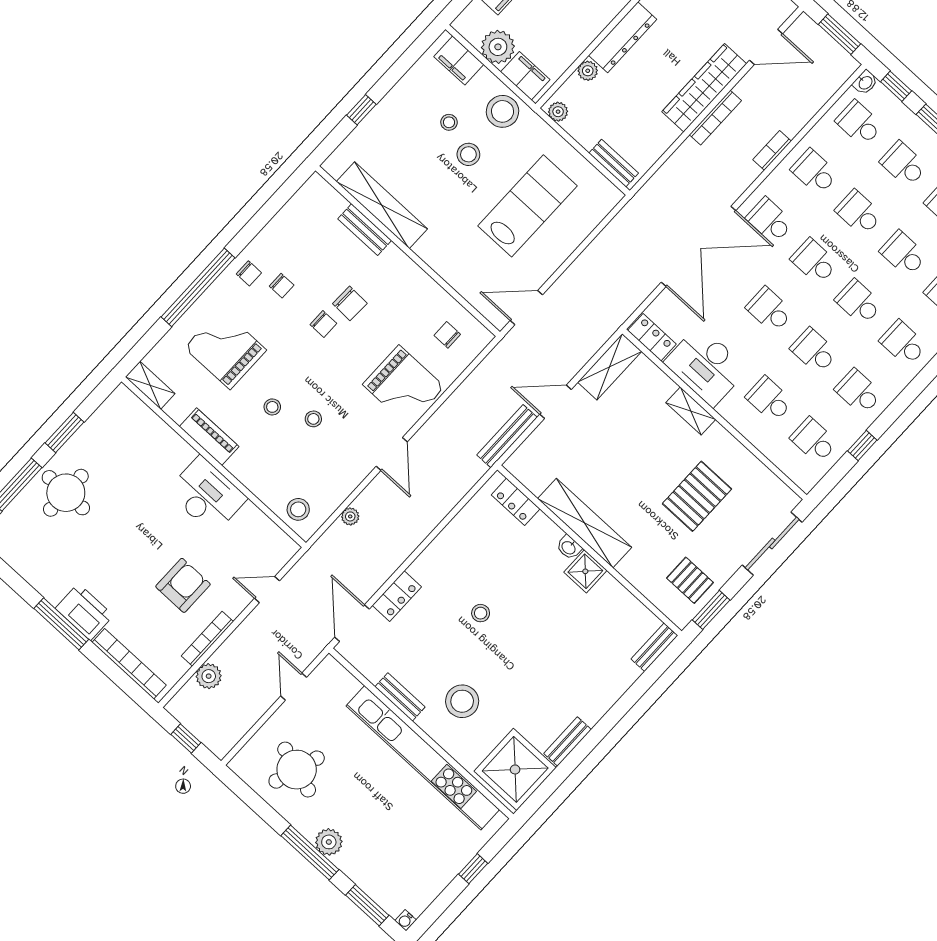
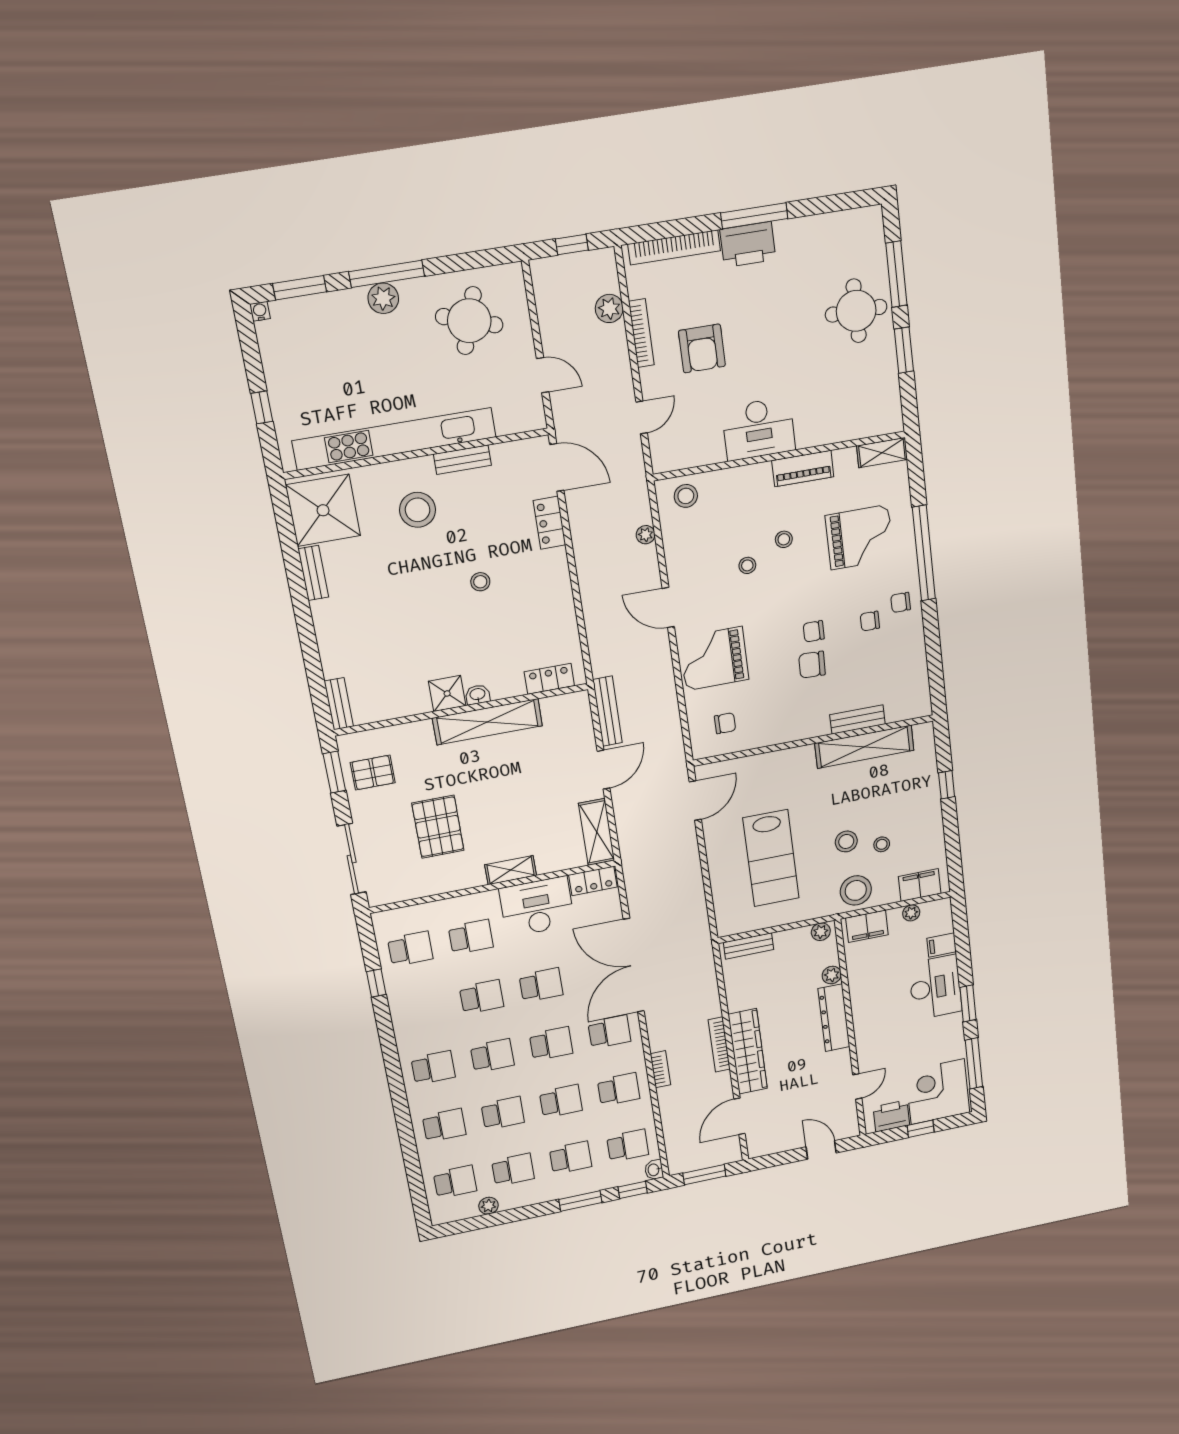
plant: (498, 47) -> (911, 913), width x0.53, depth x0.53
school desk: (858, 392) -> (422, 1009), removed

